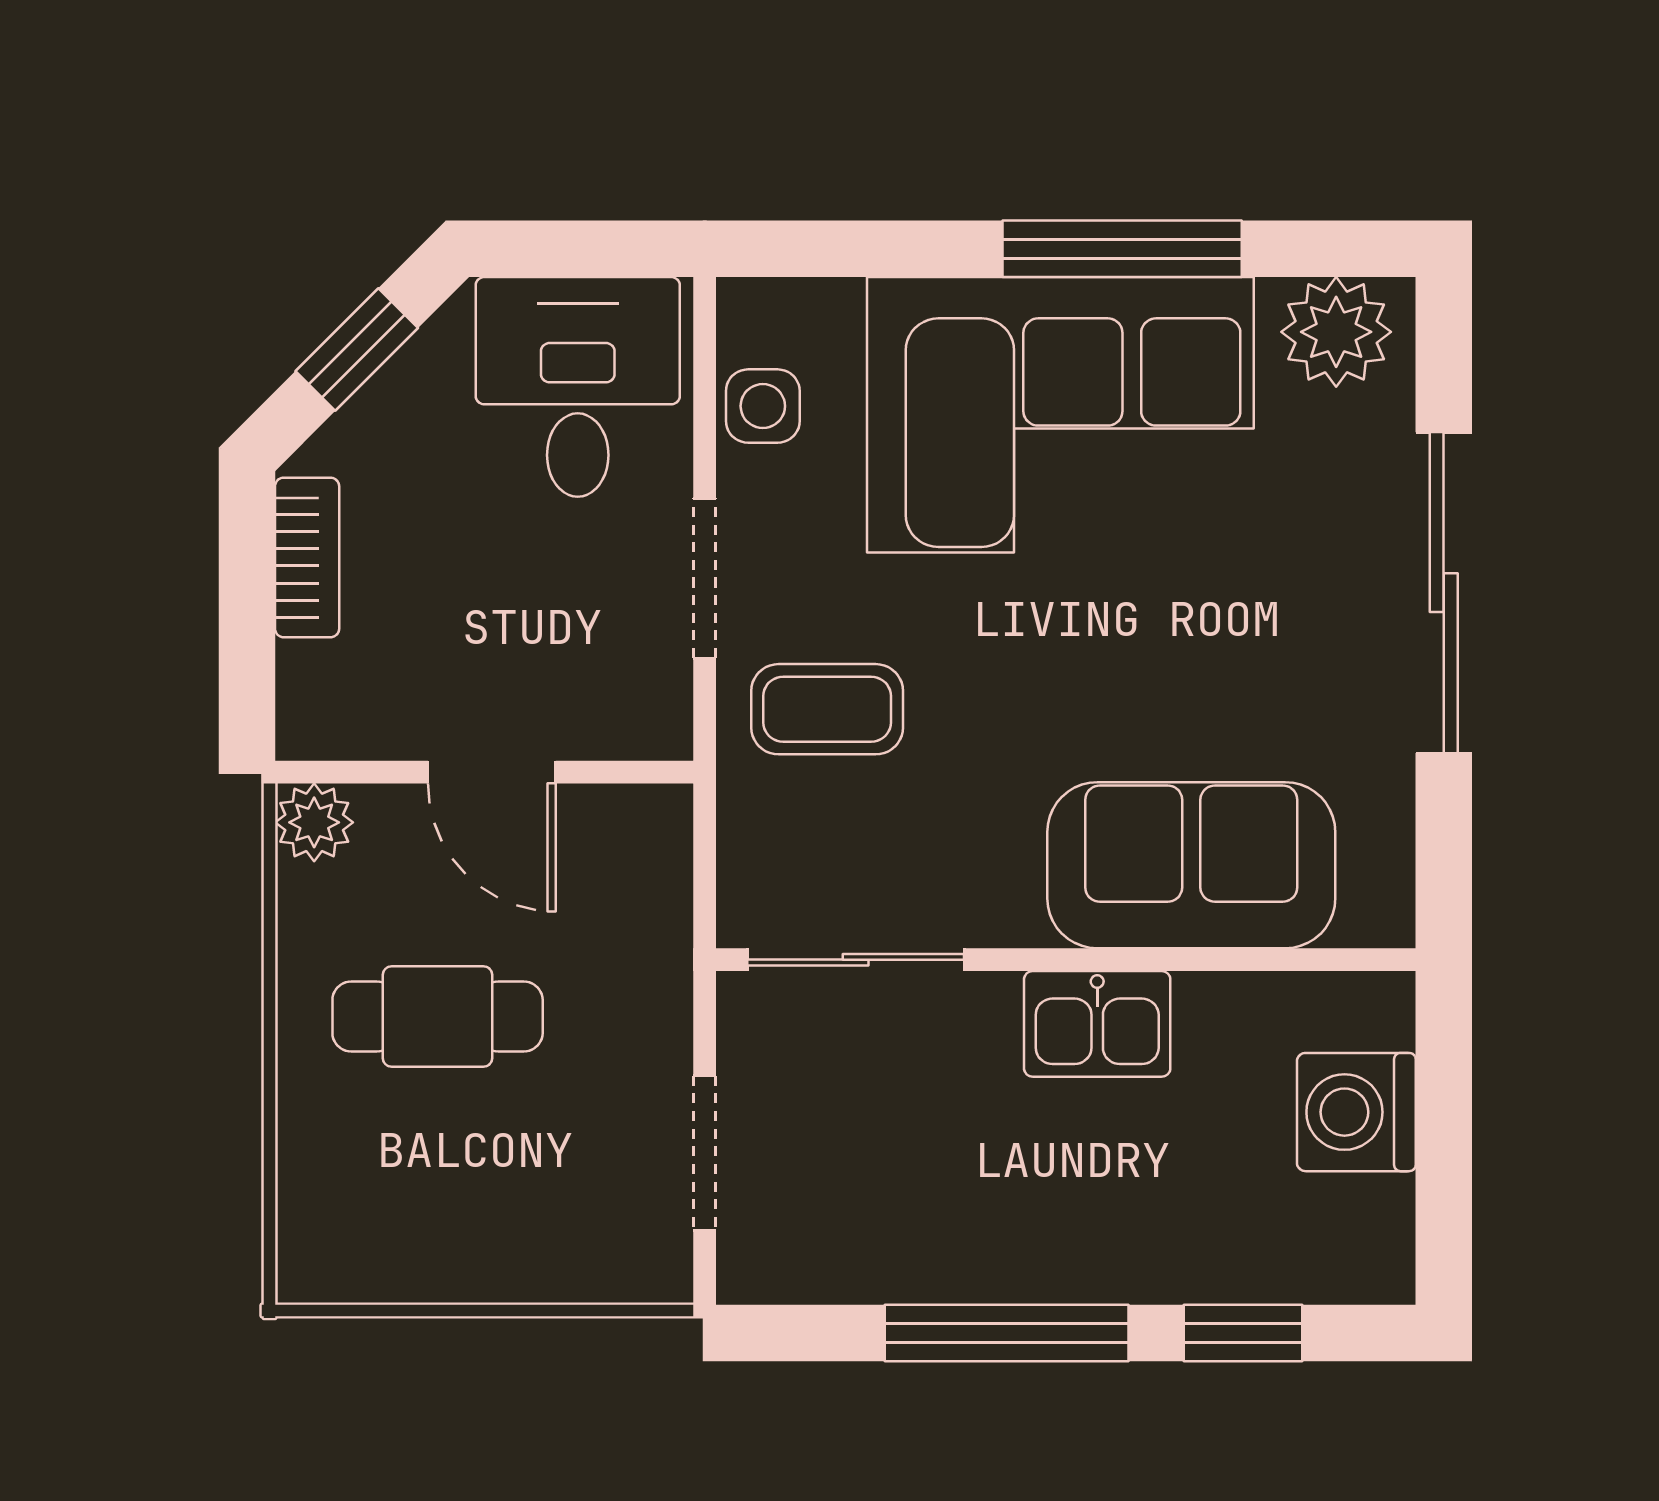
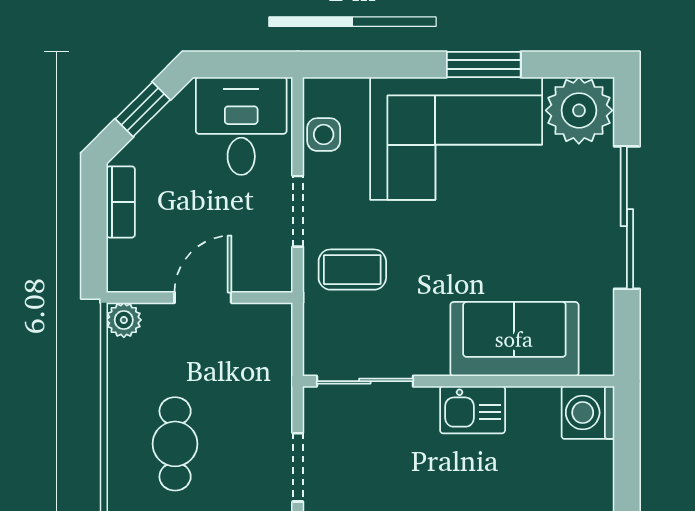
window: (1122, 249) -> (484, 64), width x0.69
plant: (1336, 332) -> (579, 110), width x1.36, depth x1.36
door: (492, 772) -> (203, 298), swing flipped
cafe table: (438, 1017) -> (175, 444), moved, turned 90
washing machine: (1356, 1112) -> (588, 413), moved

